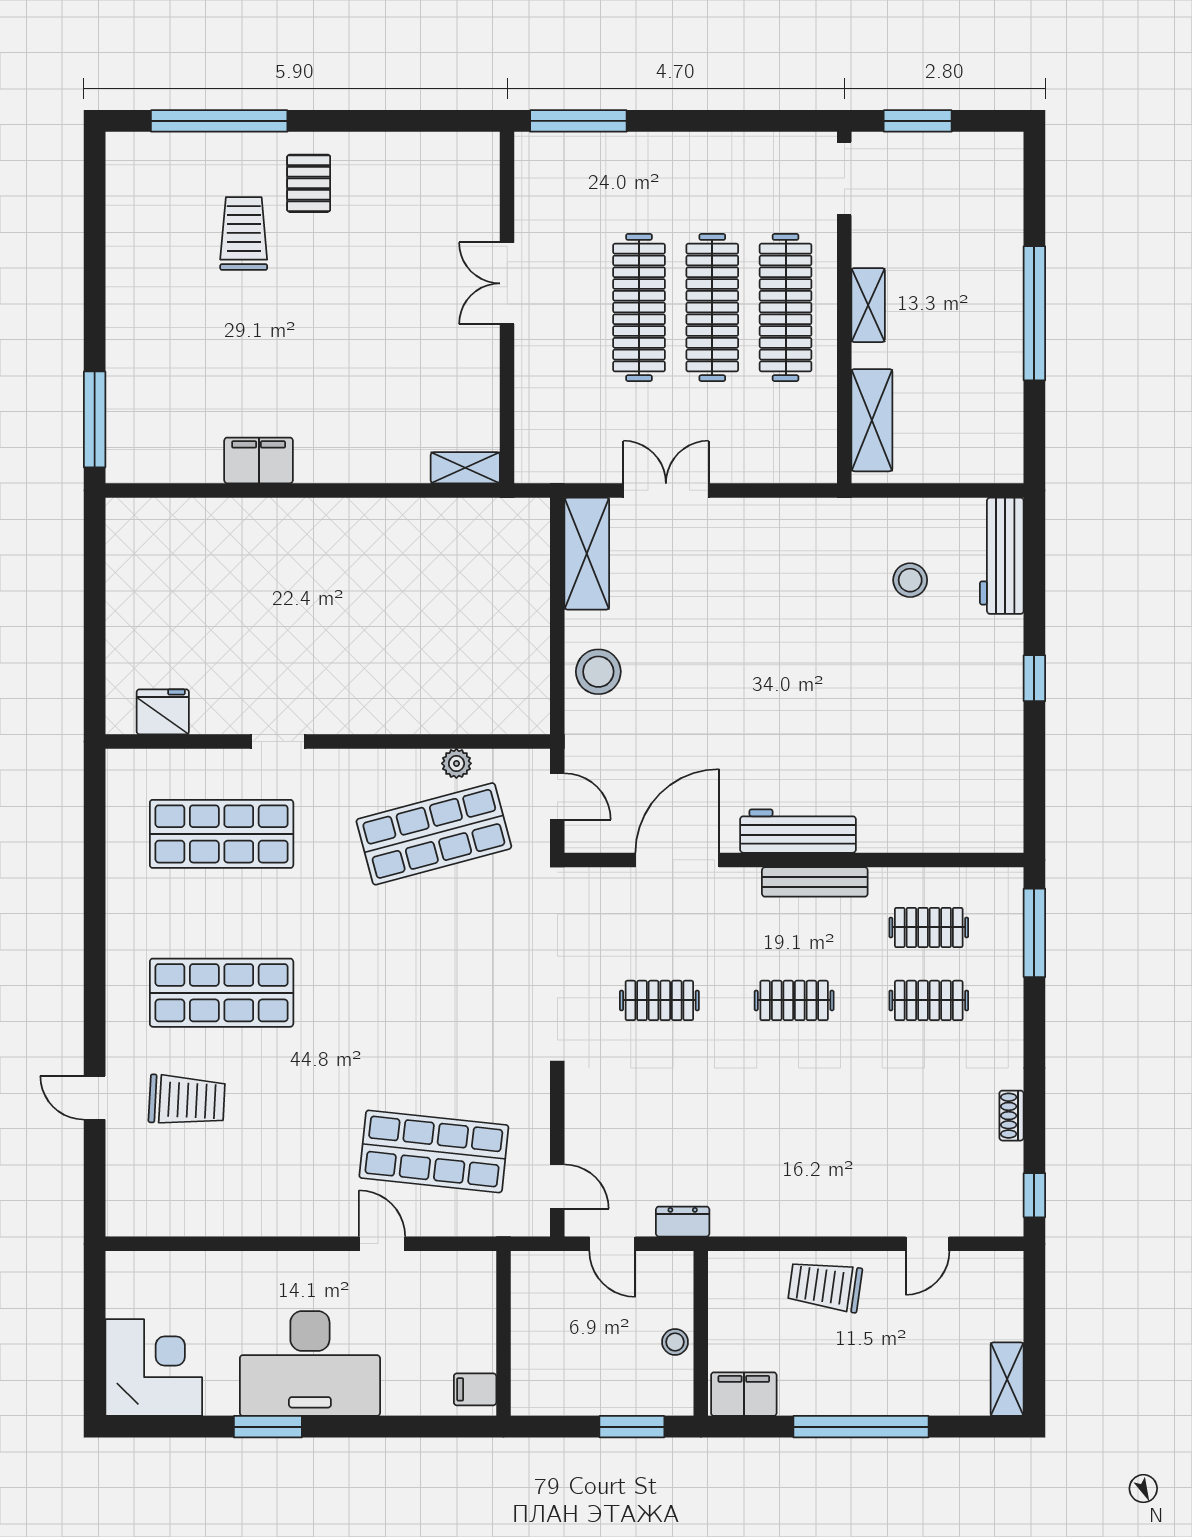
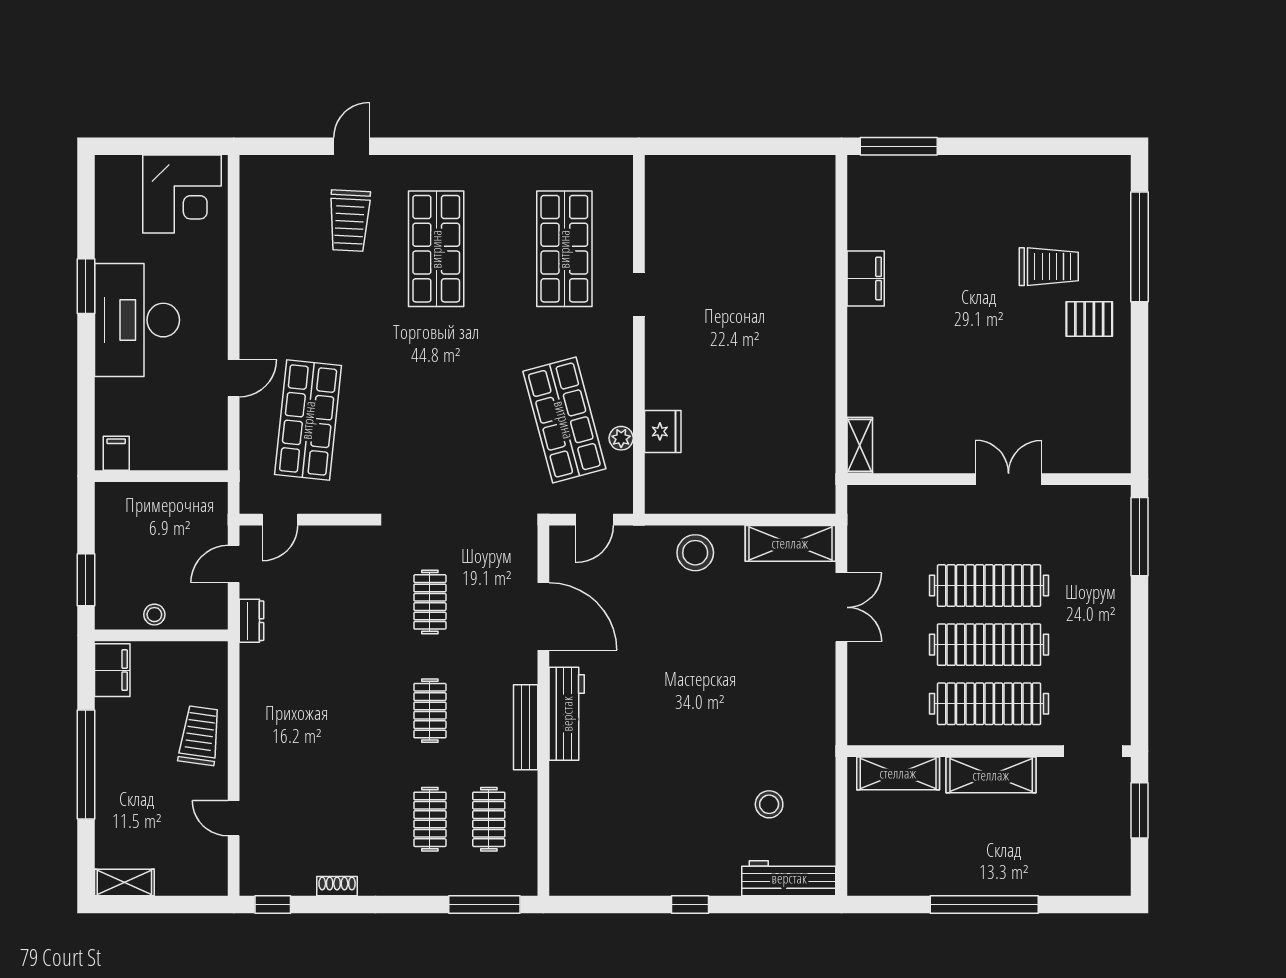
shelving: (868, 305) -> (991, 775), width x1.50, depth x1.33
fridge: (163, 712) -> (663, 431), moved
corner desk: (154, 1368) -> (182, 194), moved

